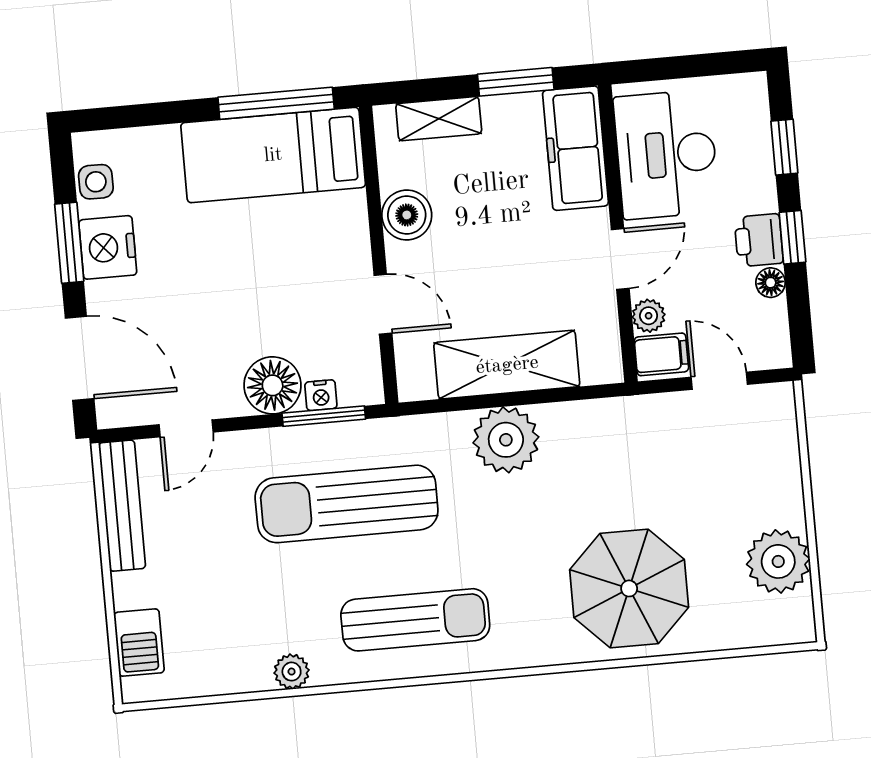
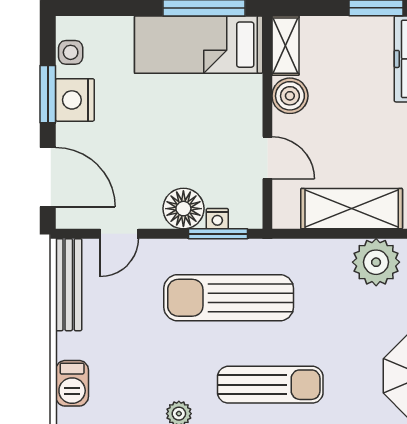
shelving: (439, 119) -> (285, 46), moved, turned 90
plant: (506, 440) -> (376, 262), moved

